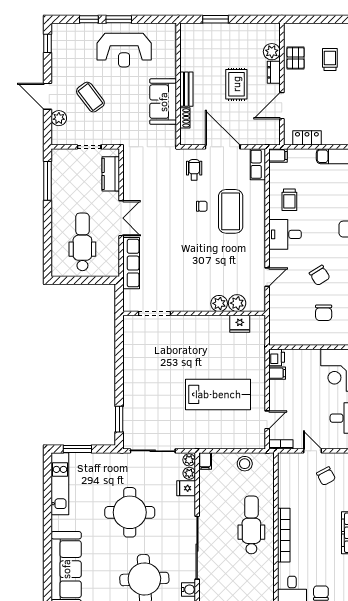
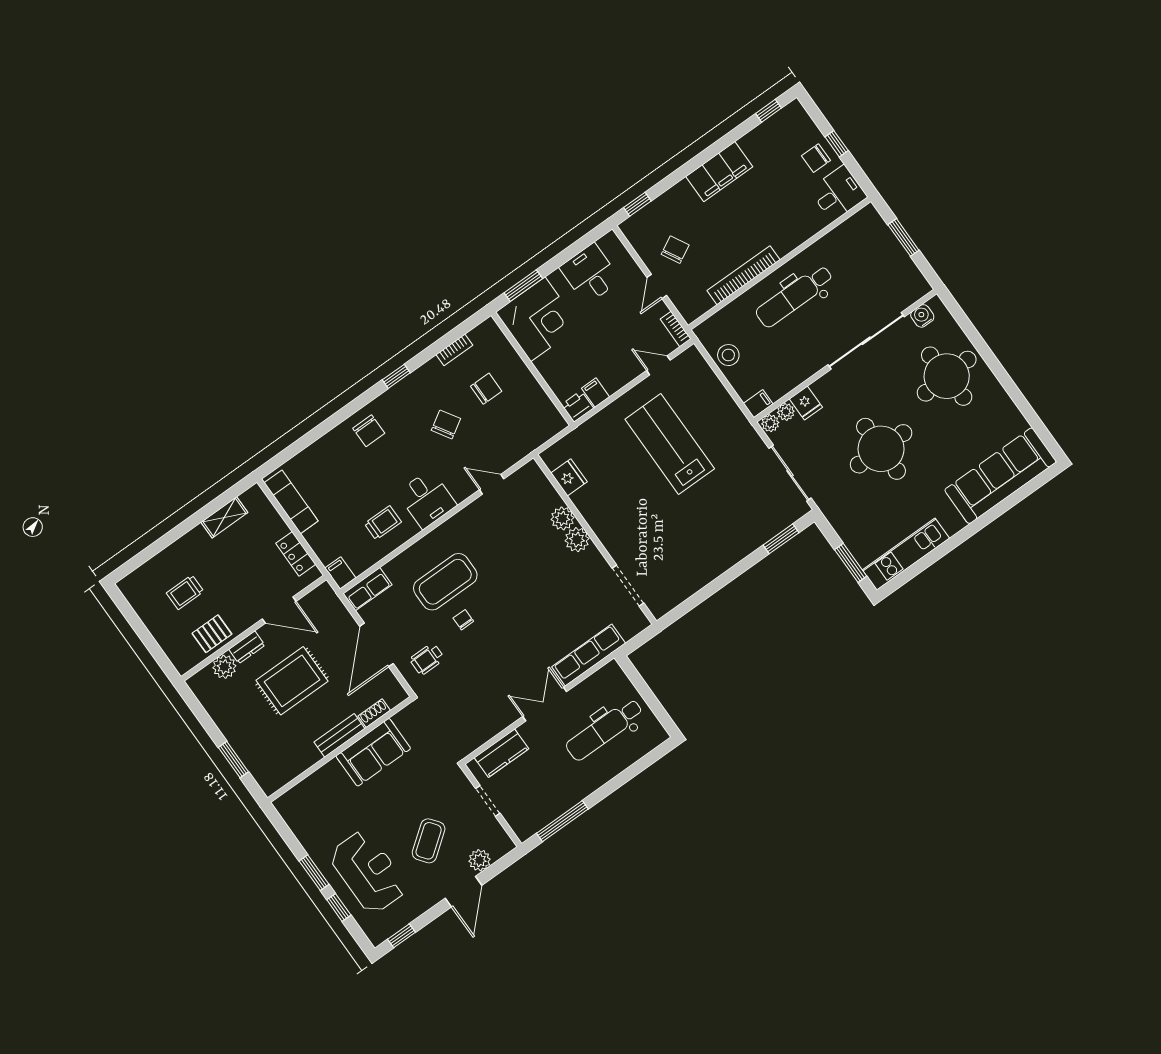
reception desk: (124, 50) -> (368, 872), moved
rug: (236, 84) -> (292, 681), width x1.36, depth x1.43
plant: (237, 303) -> (577, 540), moved
bookcase: (284, 535) -> (744, 275), moved

